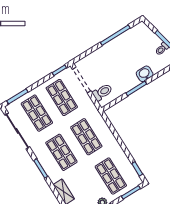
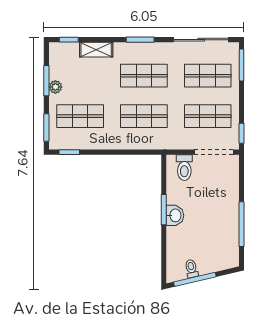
washbasin: (145, 74) -> (175, 215), moved

